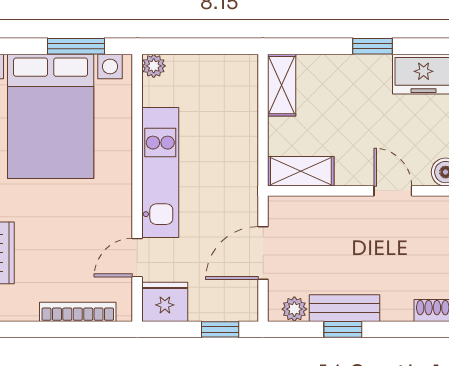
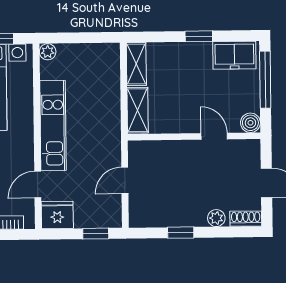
shelving: (301, 171) -> (138, 110), moved, turned 90
door: (263, 253) -> (125, 180), width x0.73
bench: (344, 308) -> (182, 218), removed
plant: (294, 309) -> (216, 218), moved

